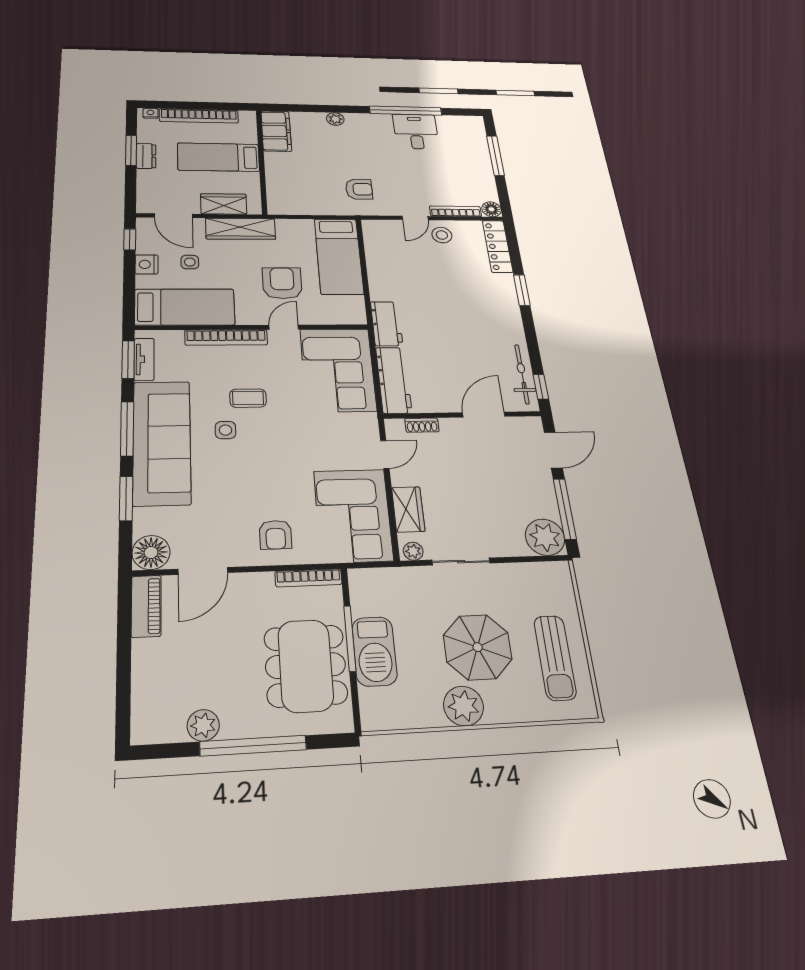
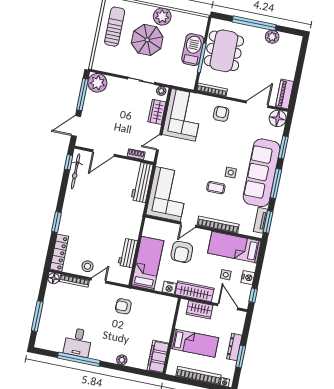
dresser: (146, 156) -> (234, 347), width x1.44
nightstand: (288, 227) -> (169, 288), added
workbench: (387, 324) -> (128, 253), moved

